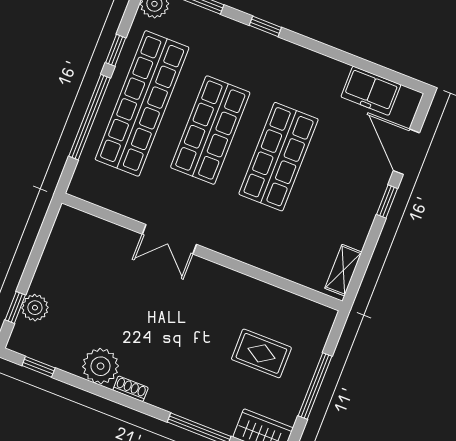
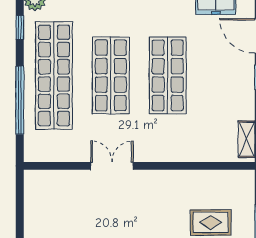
window: (116, 50) -> (20, 27), moved
double door: (169, 239) -> (112, 166), swing flipped

